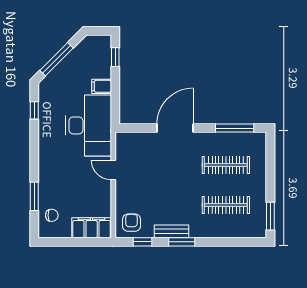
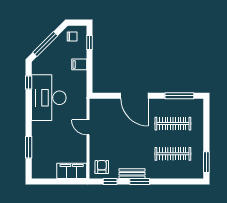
desk: (88, 125) -> (49, 98), moved, turned 180
door: (175, 128) -> (135, 96), swing flipped
chair: (52, 215) -> (72, 37), moved

